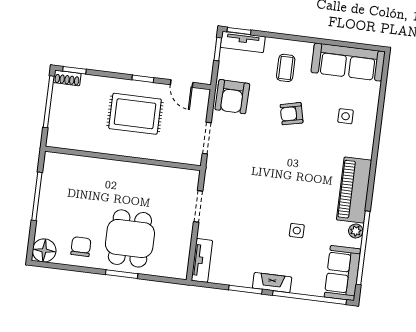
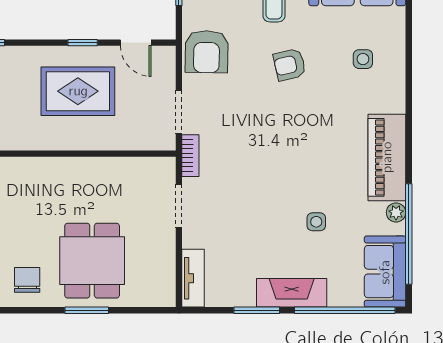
bookcase: (211, 171) -> (190, 156), added
fireplace: (272, 283) -> (292, 293), width x1.37, depth x1.32

